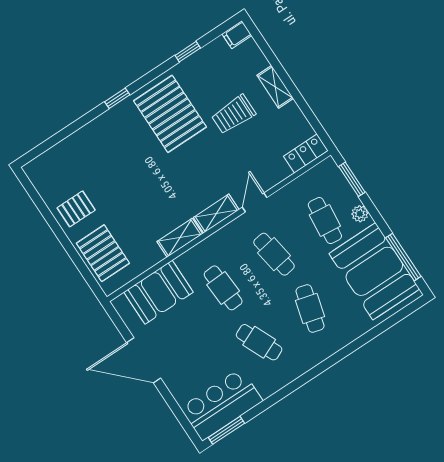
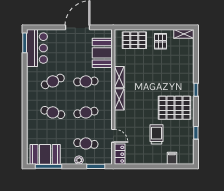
filing cabinet: (237, 35) -> (172, 158), moved
shelving: (275, 87) -> (184, 34), moved
door: (255, 202) -> (113, 136), moved
booth: (374, 271) -> (45, 154), width x0.73, depth x0.70

